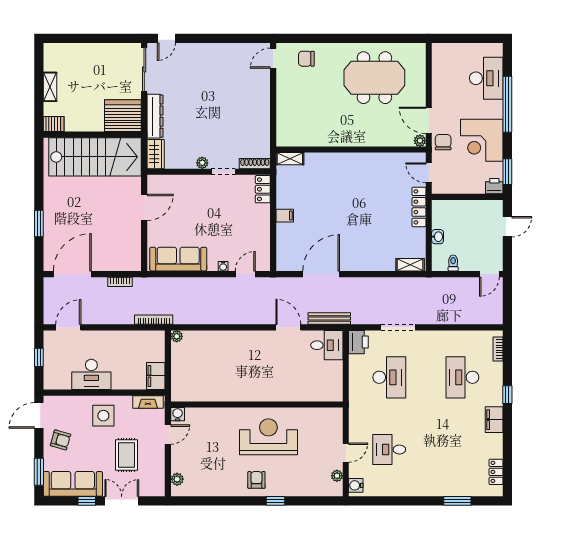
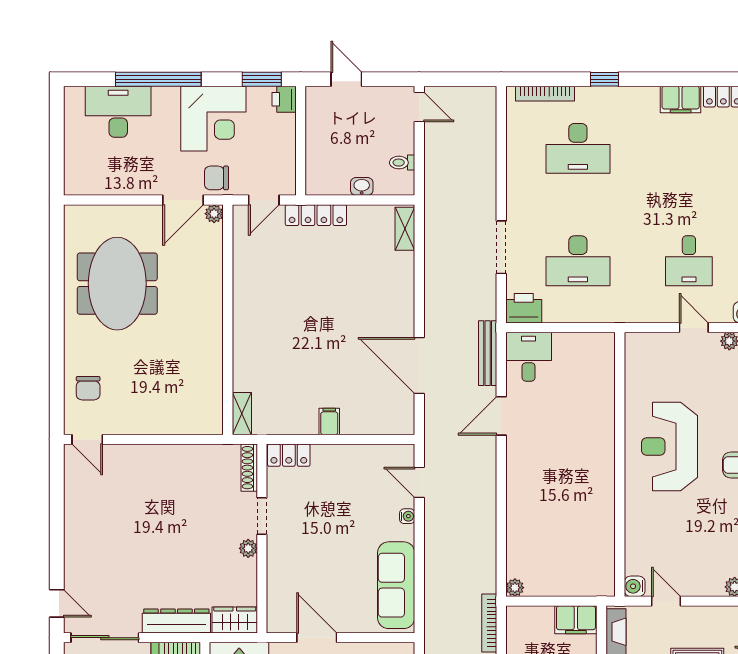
bookcase: (498, 349) -> (545, 94), width x1.56
desk: (389, 377) -> (578, 261), turned 180
filing cabinet: (494, 420) -> (681, 99), moved

